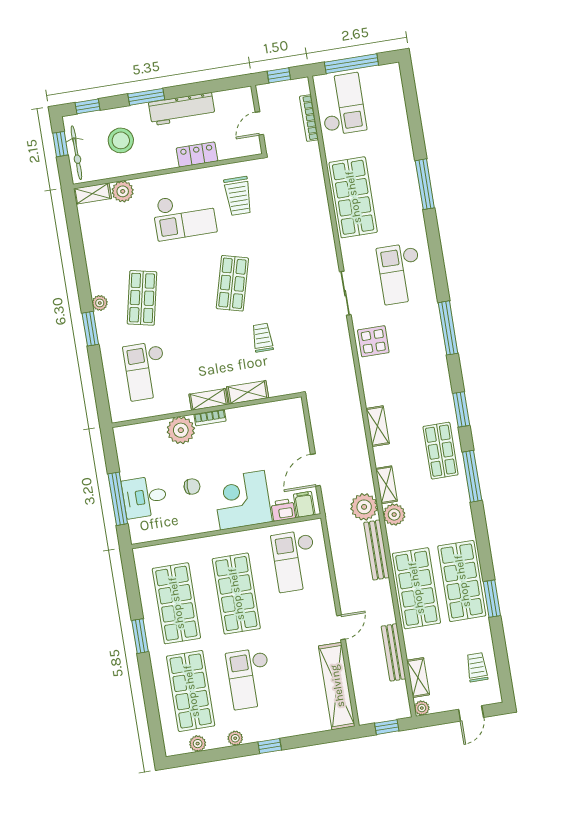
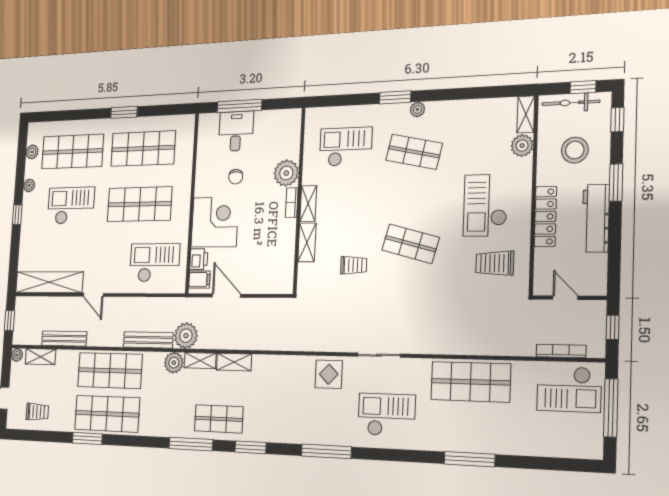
locker: (197, 155) -> (545, 217), width x1.53
shelving: (378, 426) -> (234, 362), moved

